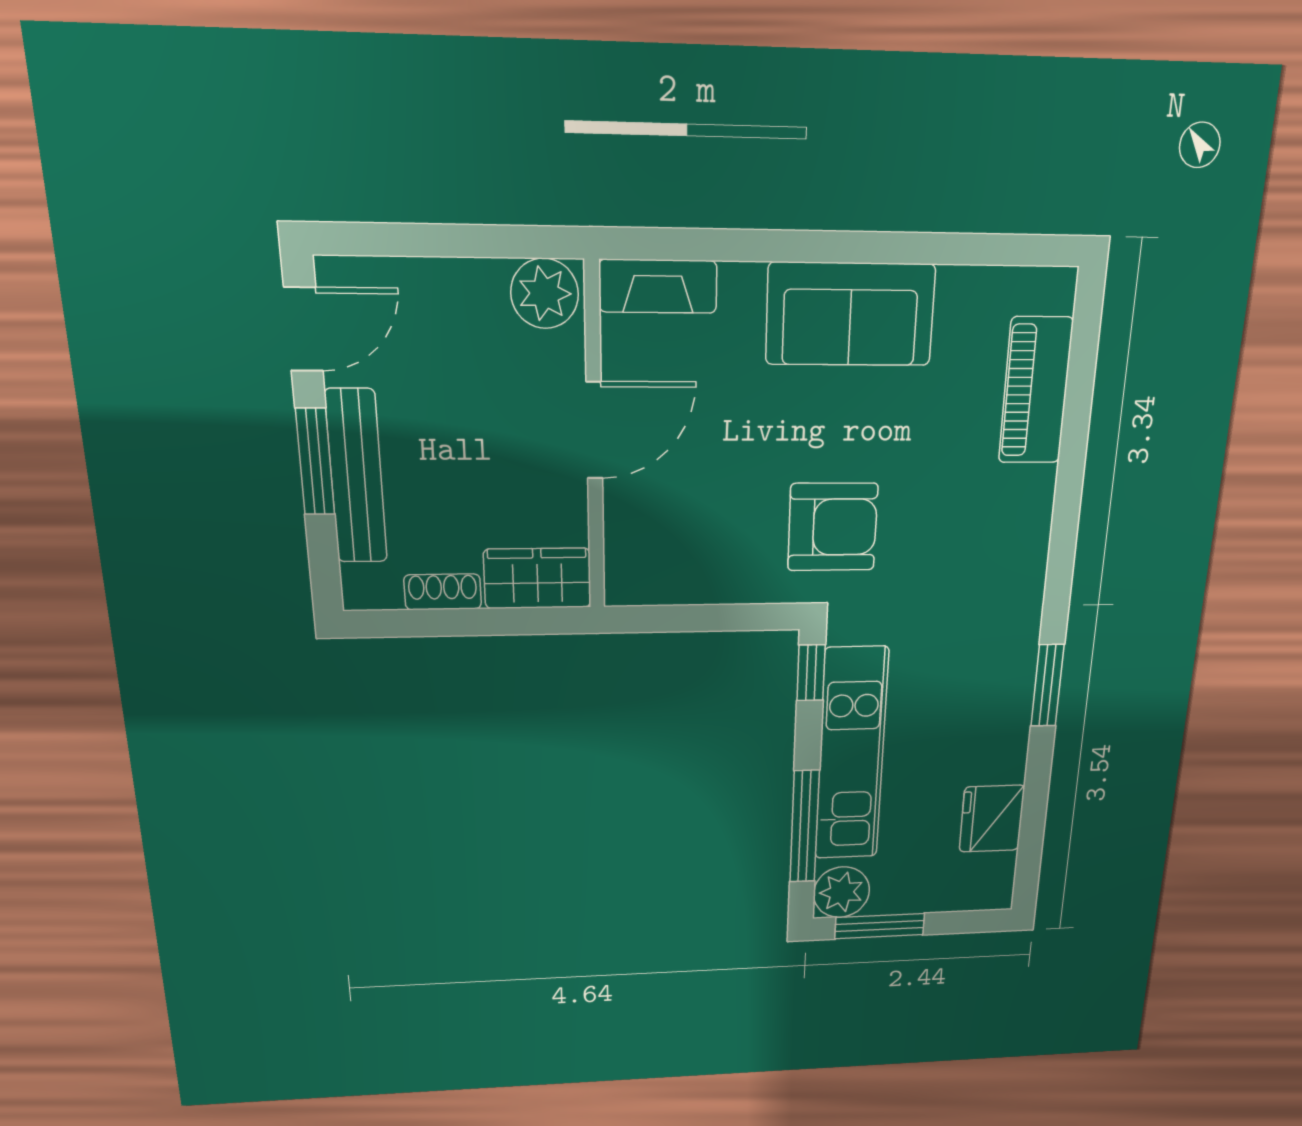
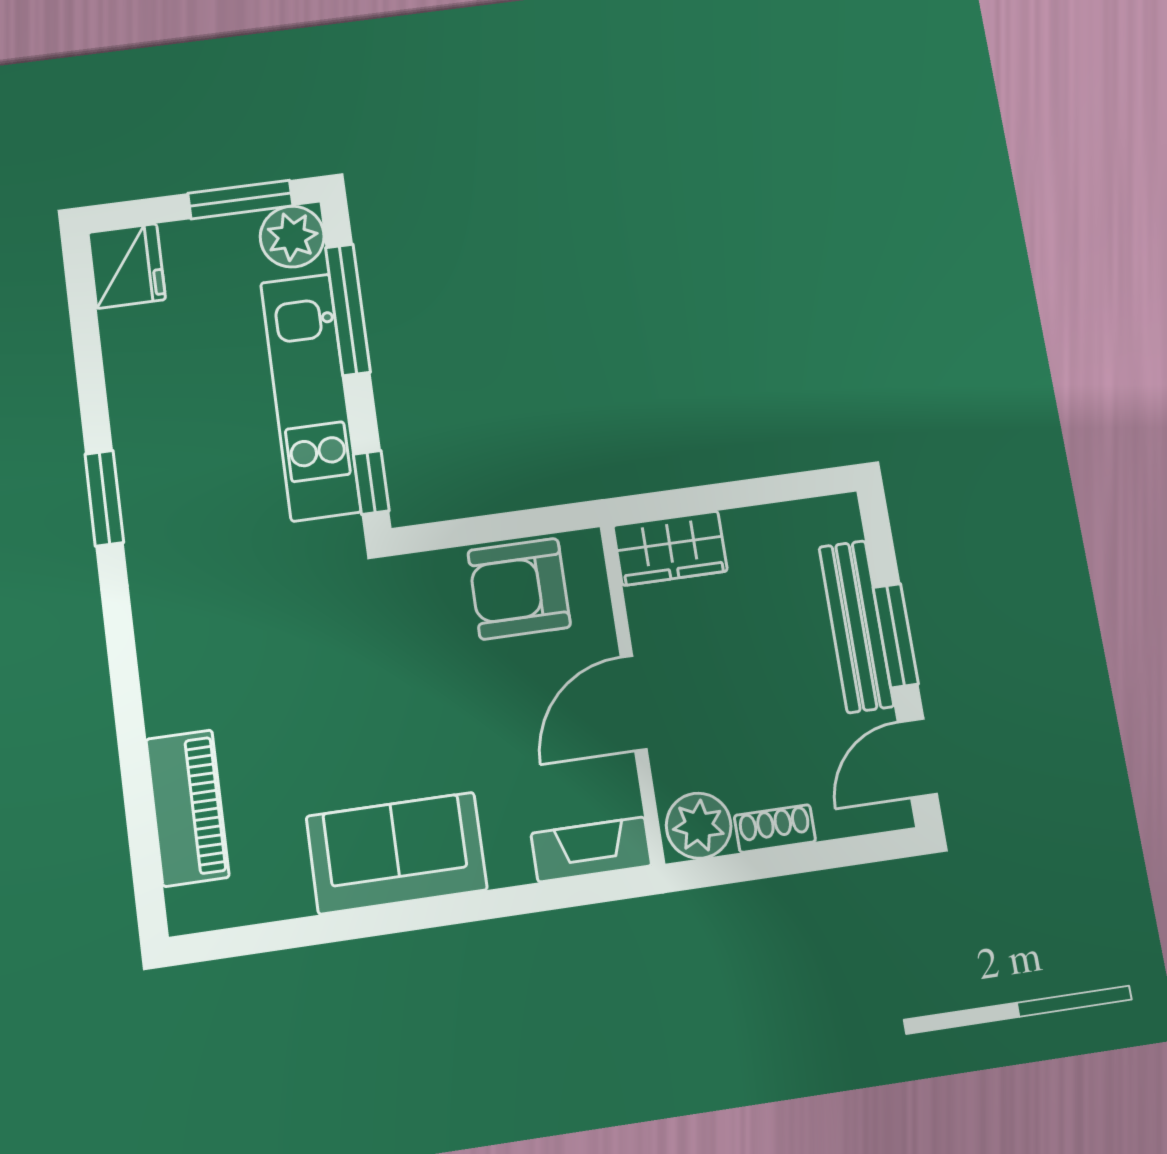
armchair: (833, 527) -> (519, 589), moved
shoe rack: (443, 592) -> (775, 828), moved, turned 180
fridge: (992, 819) -> (127, 266), moved

